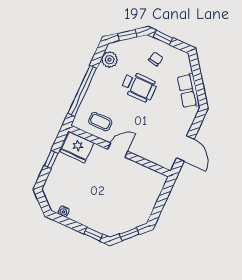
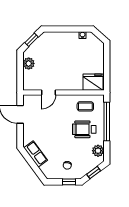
wheelchair: (139, 87) -> (84, 129), moved
door: (118, 150) -> (49, 93), moved
window: (51, 159) -> (107, 66), removed
plant: (146, 207) -> (29, 63), added
window: (93, 234) -> (56, 29), removed

